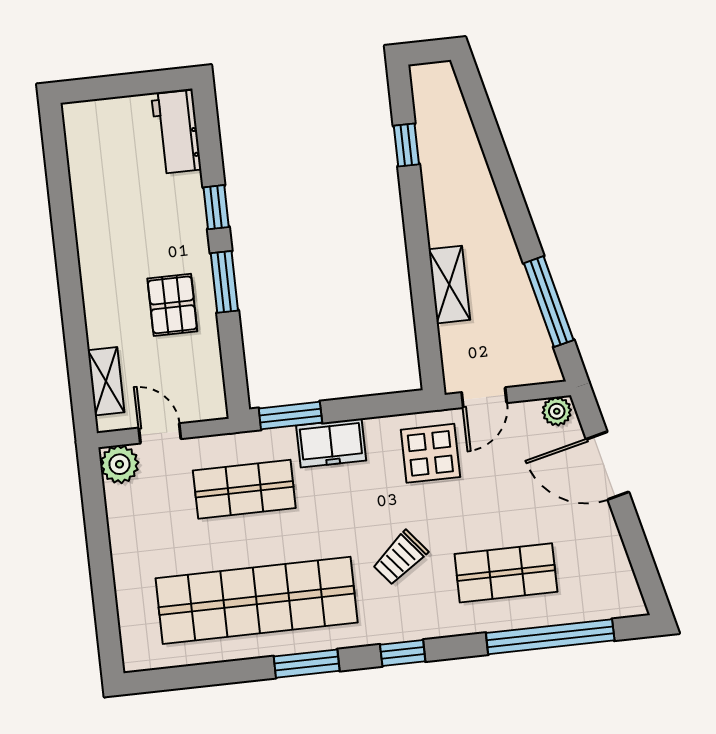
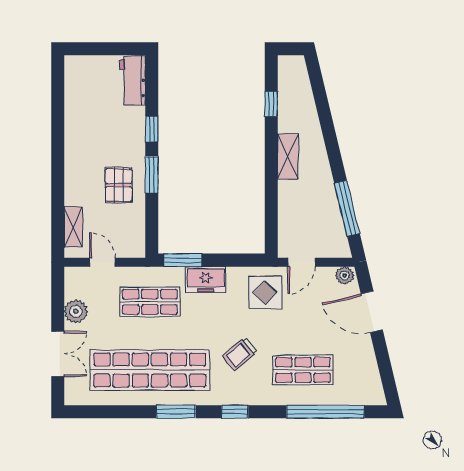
shelving: (449, 285) -> (288, 157), moved
plant: (119, 464) -> (76, 311), moved
double door: (104, 591) -> (58, 354), added

